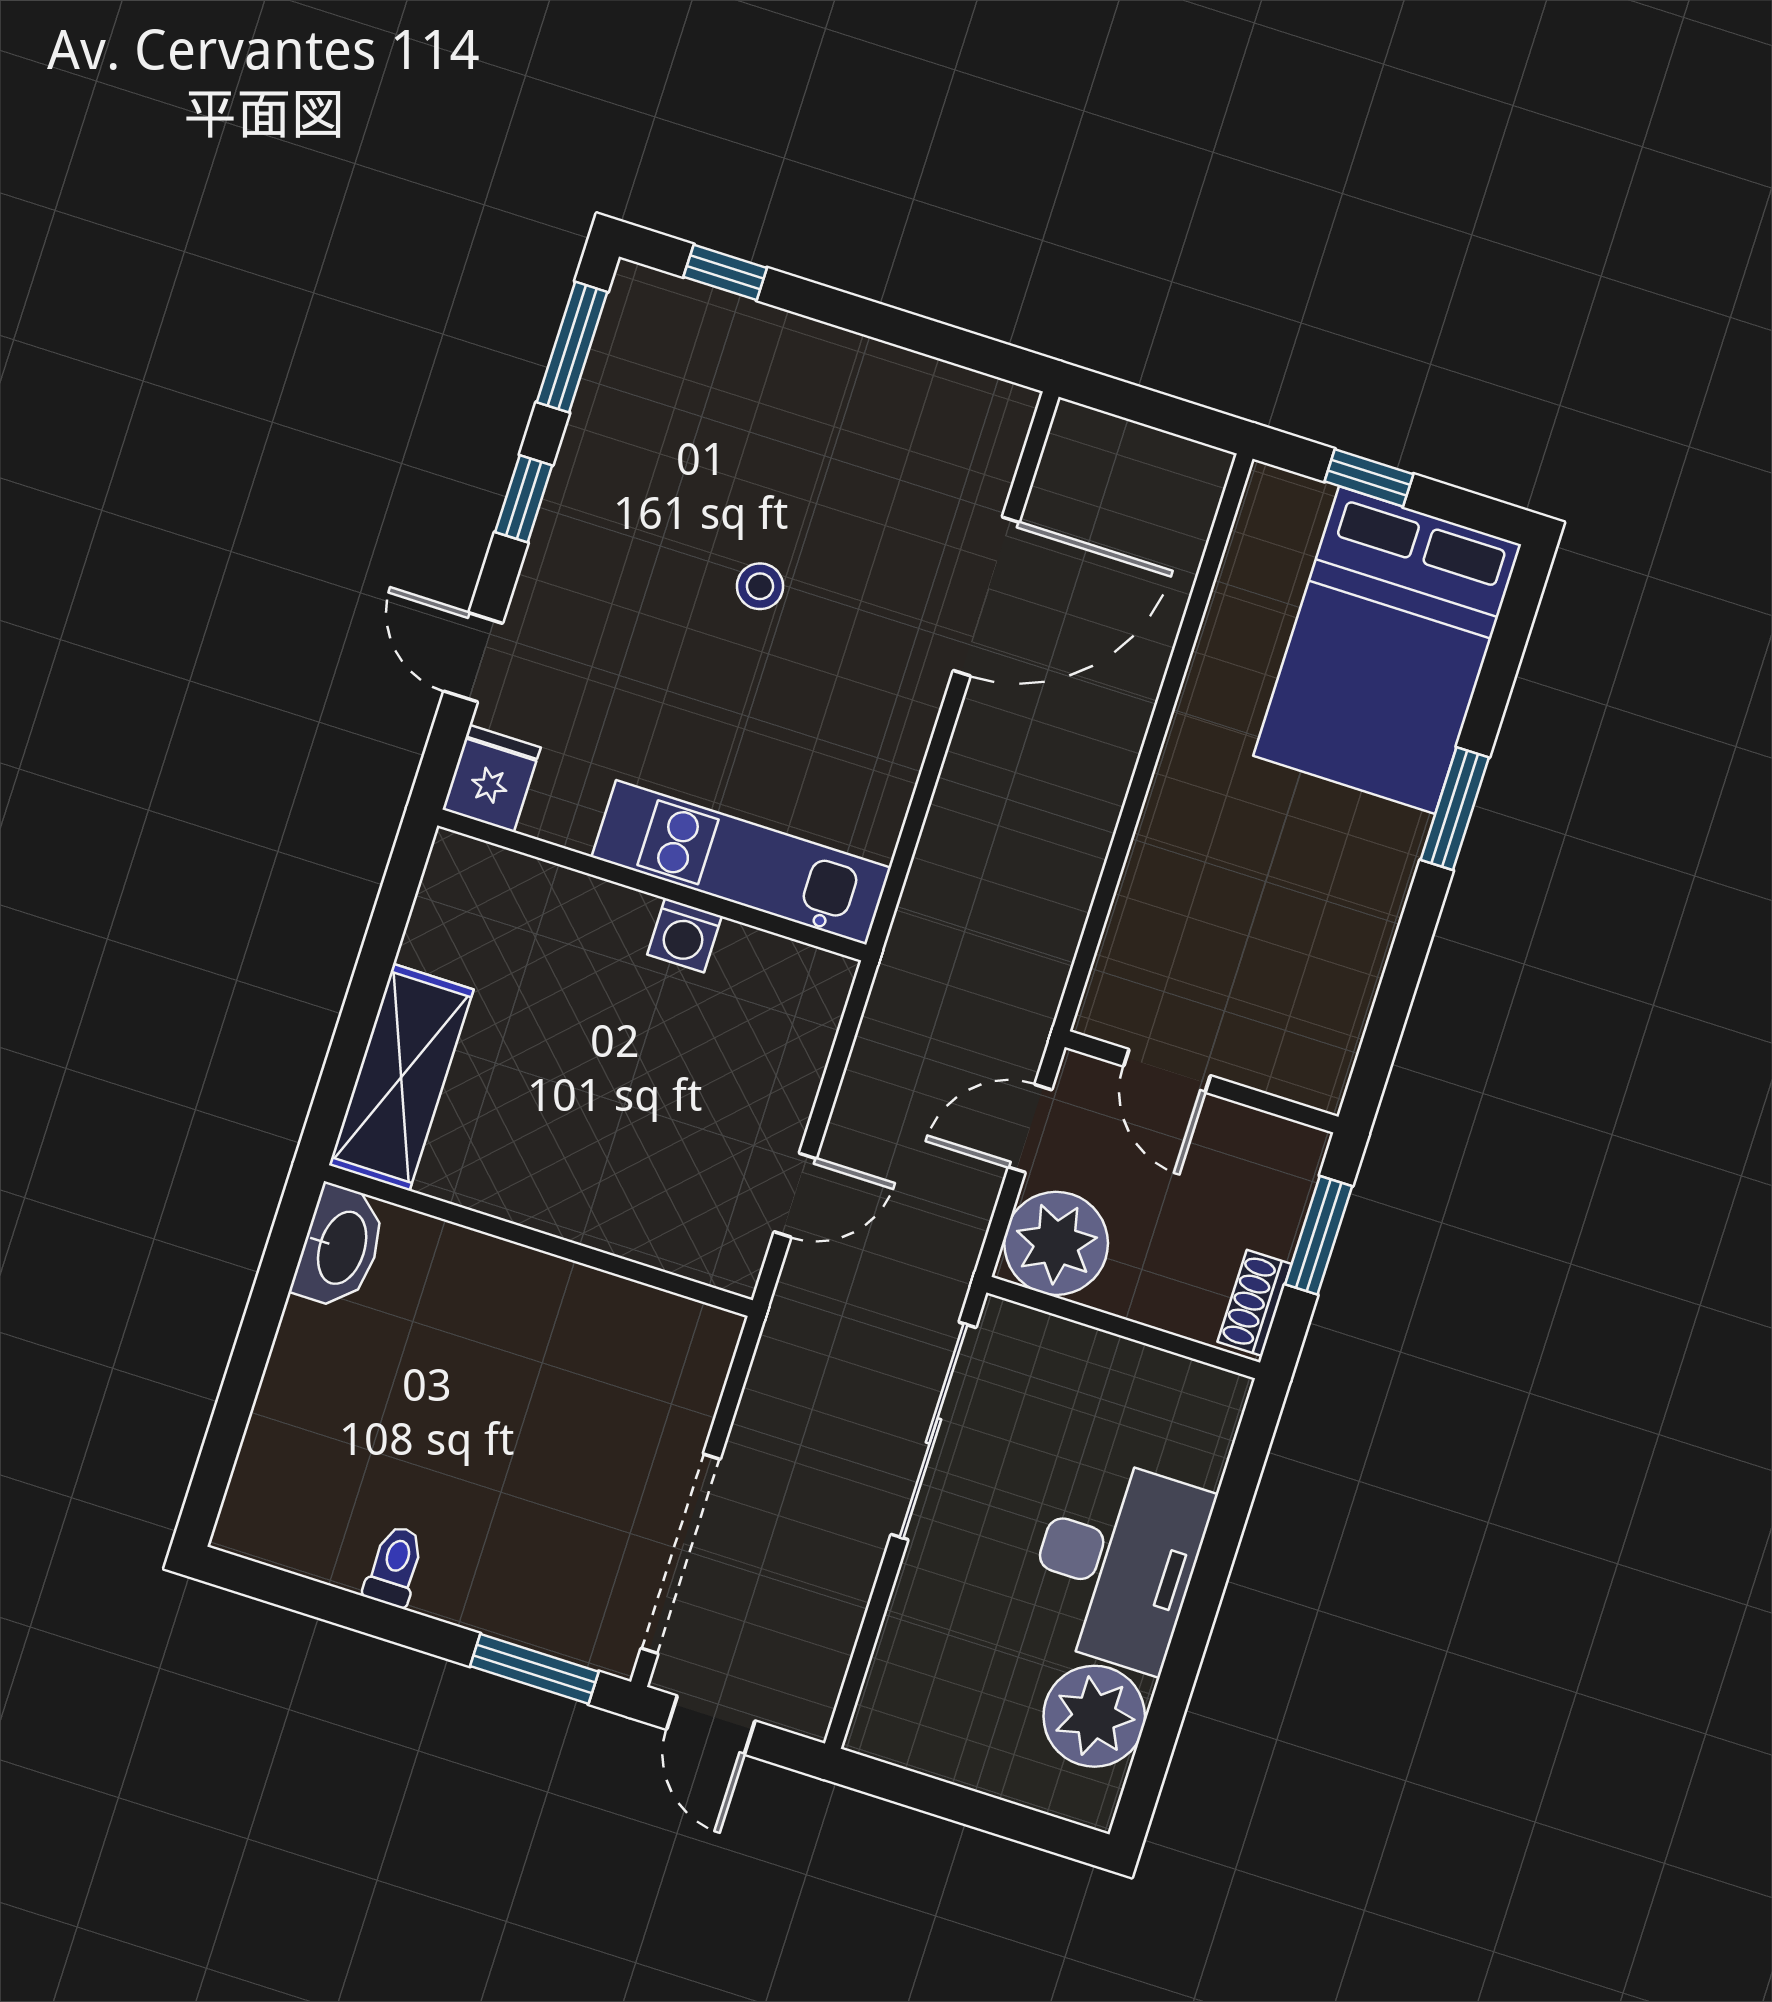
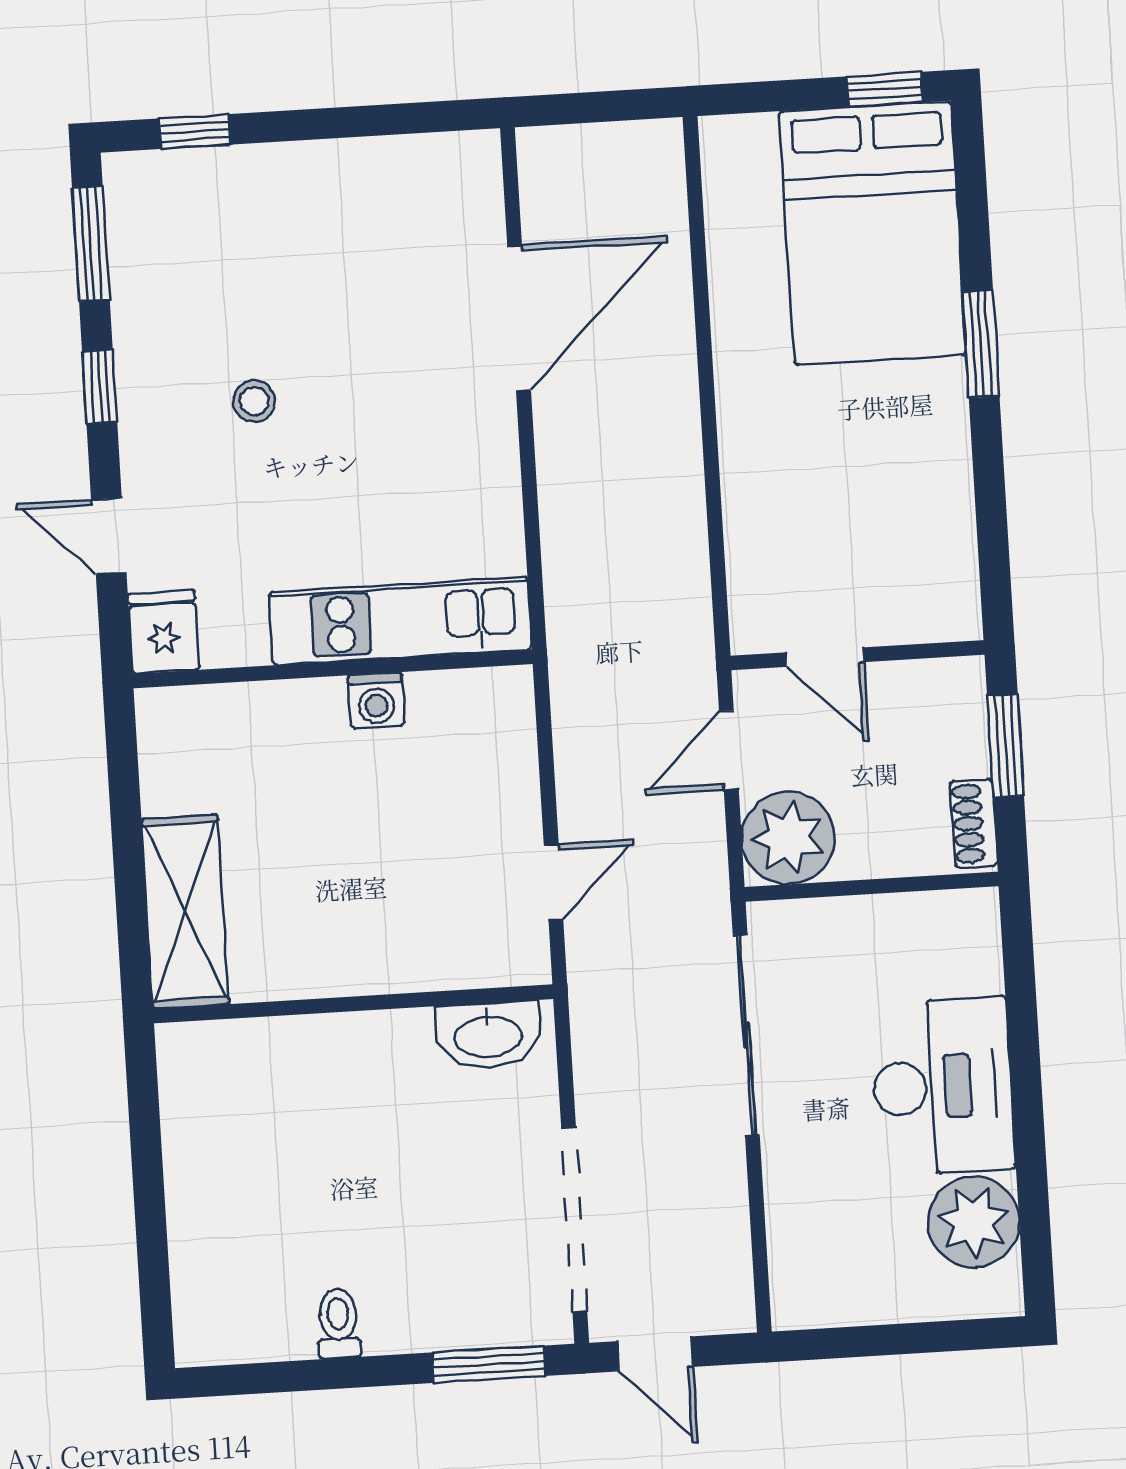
window: (1369, 478) -> (885, 89), moved
stool: (760, 586) -> (254, 401), moved
washbasin: (340, 1247) -> (488, 1035), moved, turned 90

